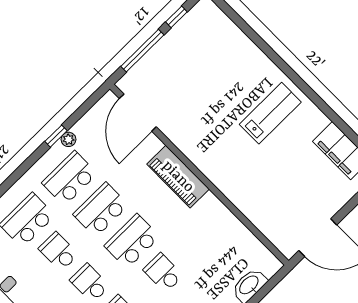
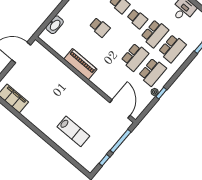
lab bench: (270, 113) -> (73, 131), moved, turned -90
piano: (178, 177) -> (80, 64), moved
school desk: (132, 241) -> (117, 42), removed
school desk: (58, 252) -> (155, 34), width x1.85

